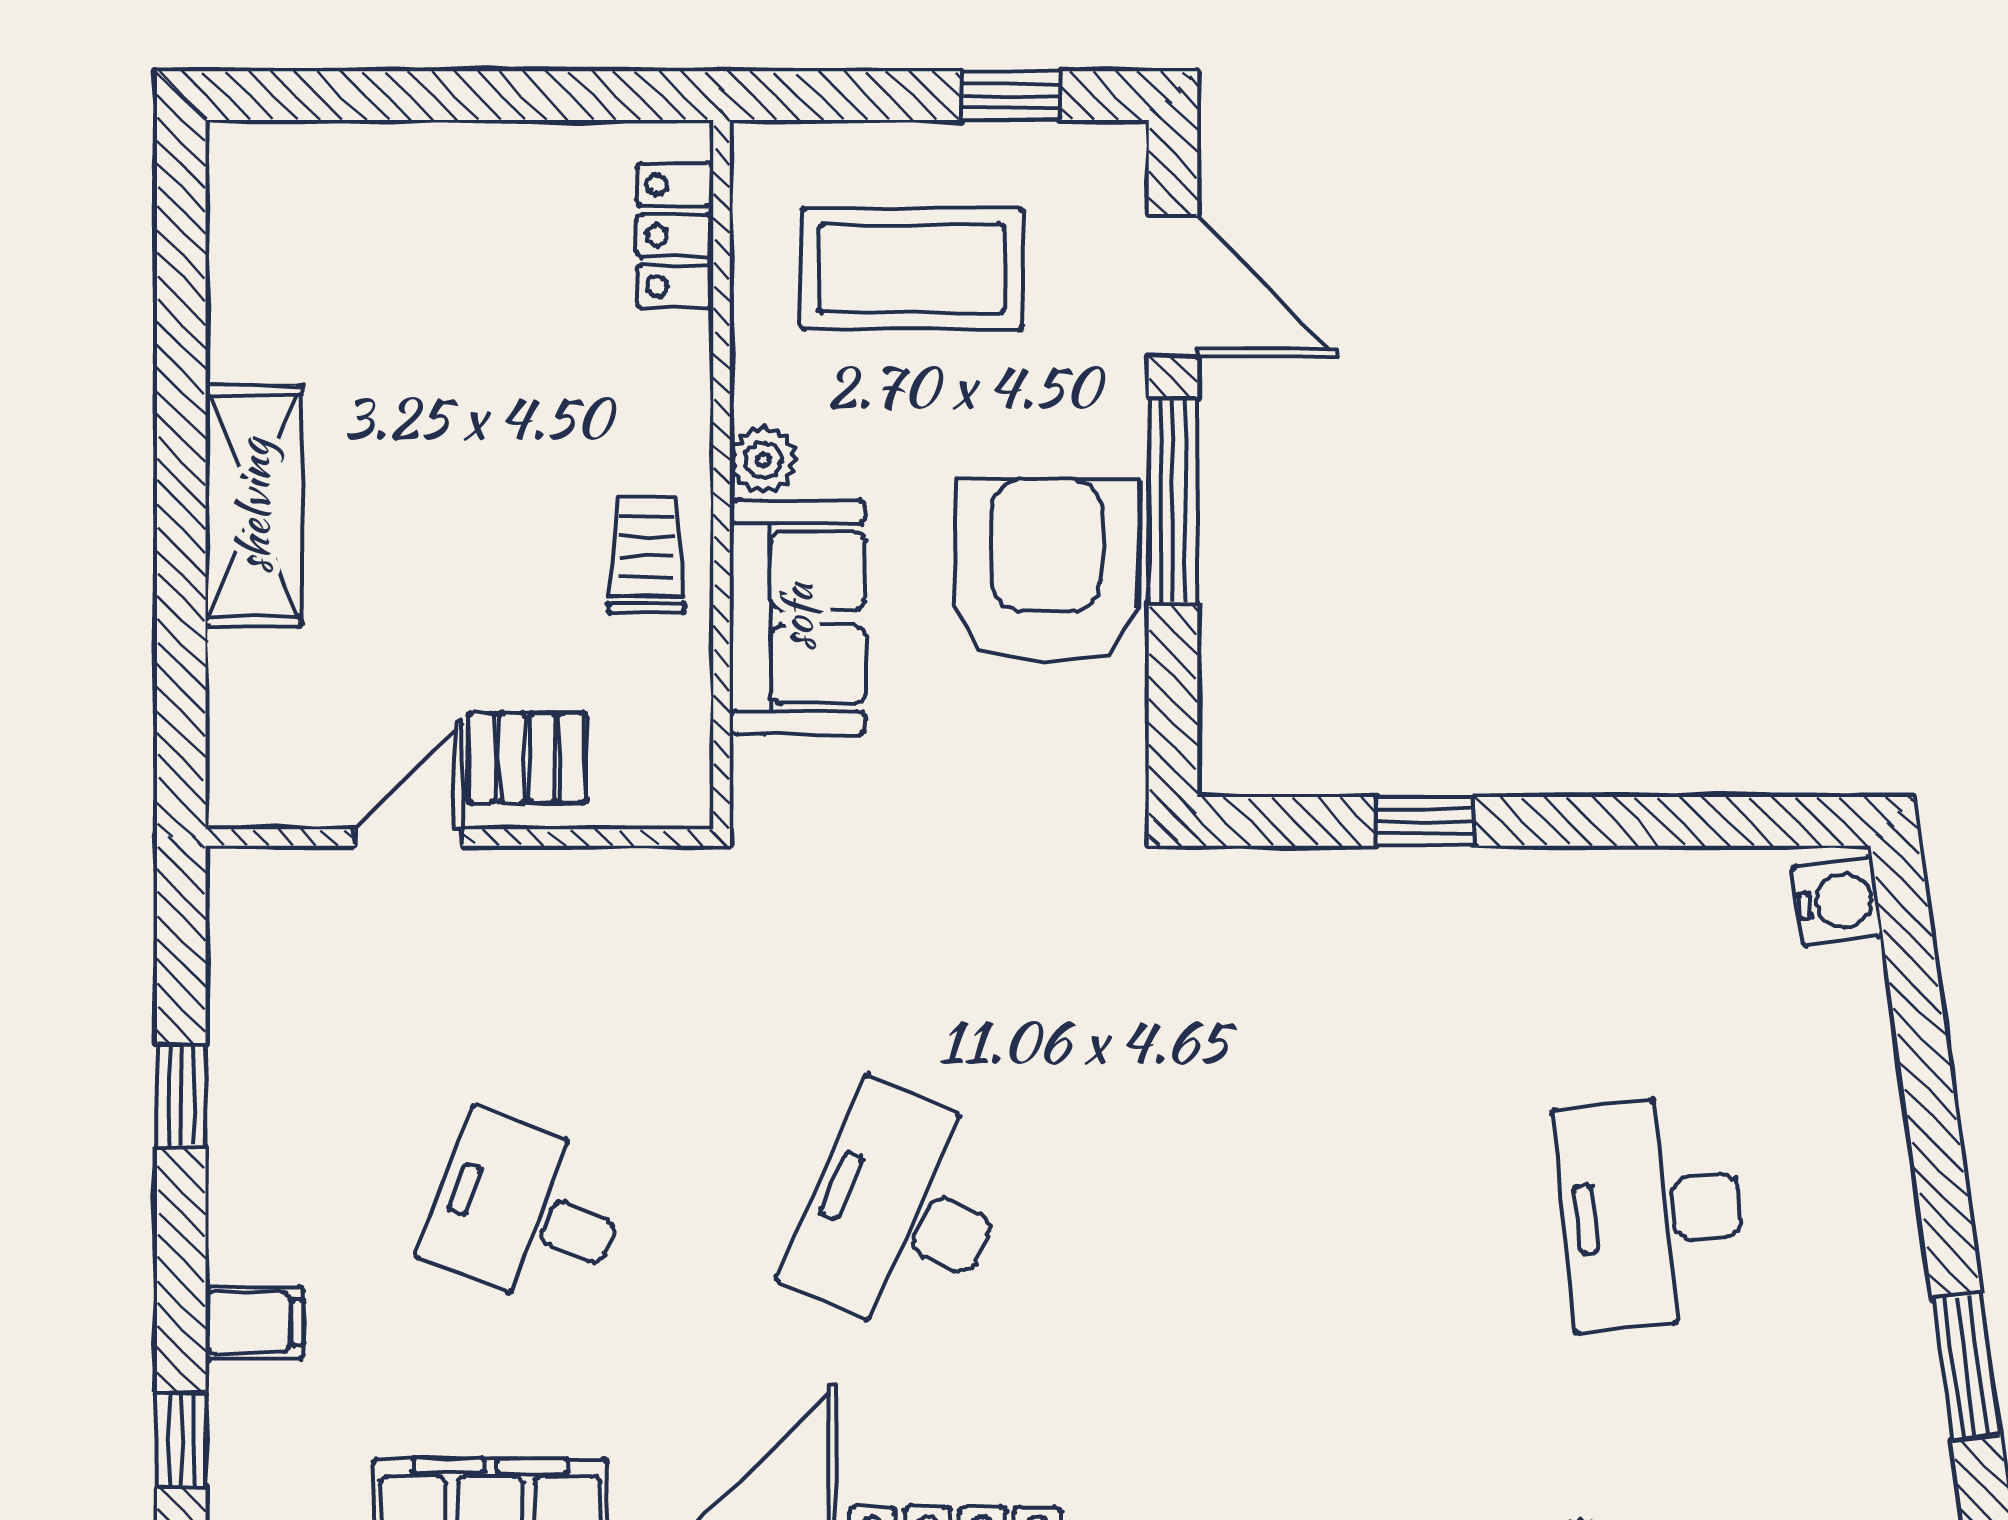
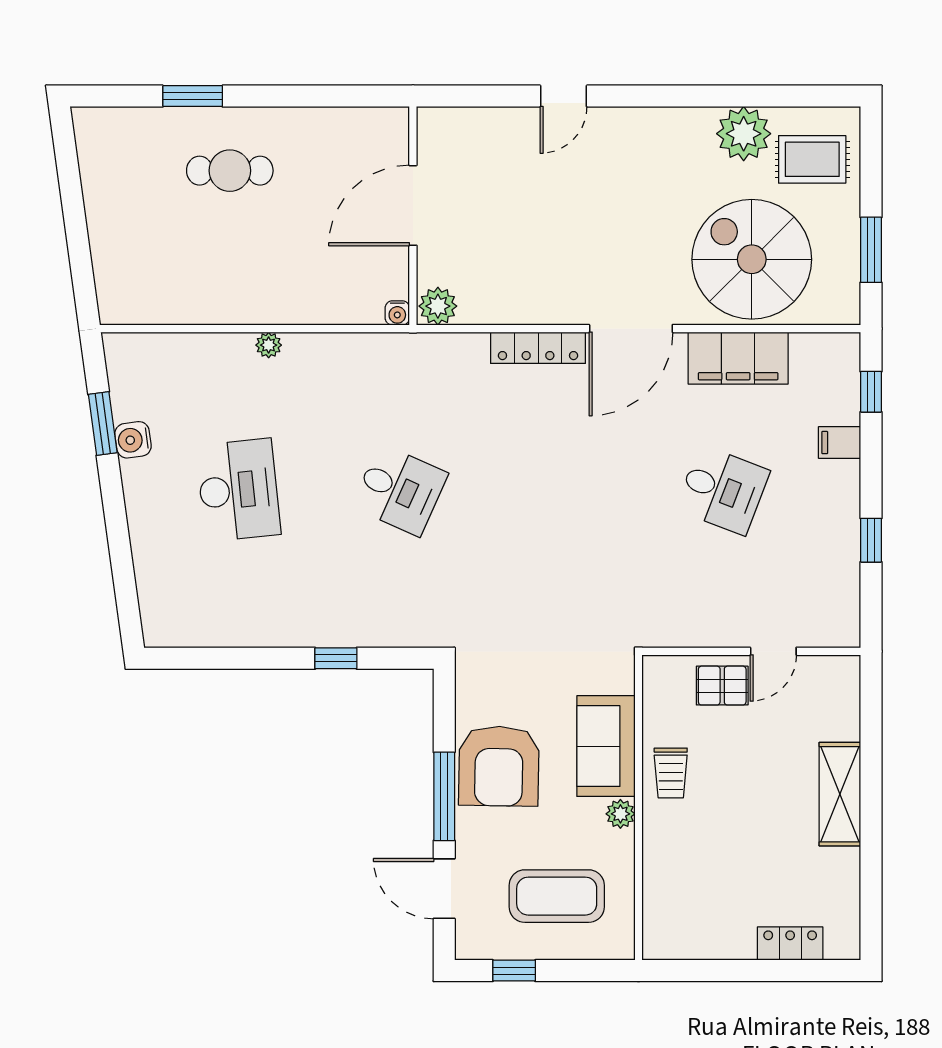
locker: (675, 235) -> (790, 944), moved, turned -90
water cooler: (1838, 901) -> (133, 440), moved
desk: (901, 1212) -> (400, 490), moved, width x0.73

